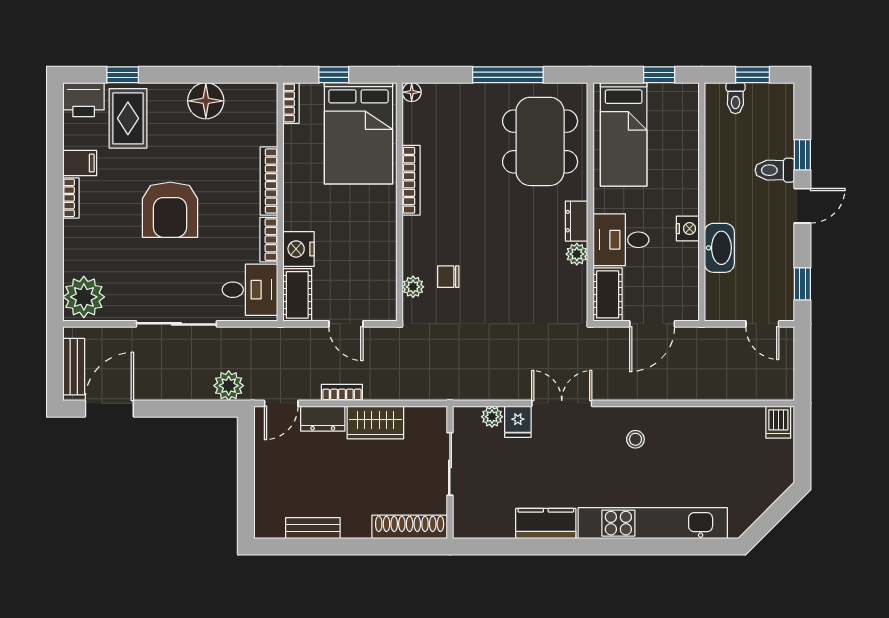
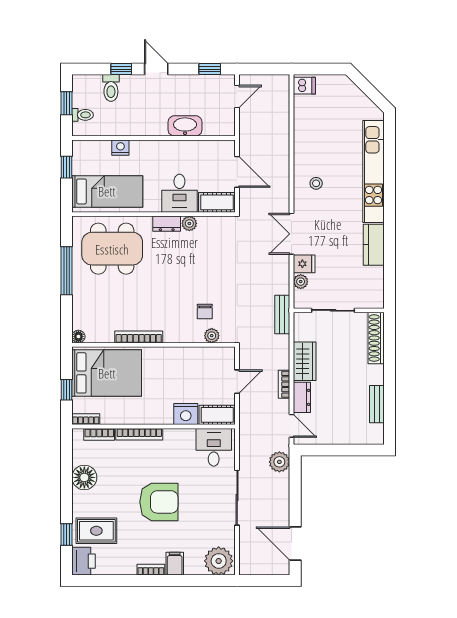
filing cabinet: (80, 163) -> (175, 564), moved
toilet: (775, 170) -> (111, 88), moved
nightstand: (688, 229) -> (120, 148), moved
bookcase: (269, 240) -> (99, 434), moved
bench: (74, 367) -> (282, 315), moved, turned 90

